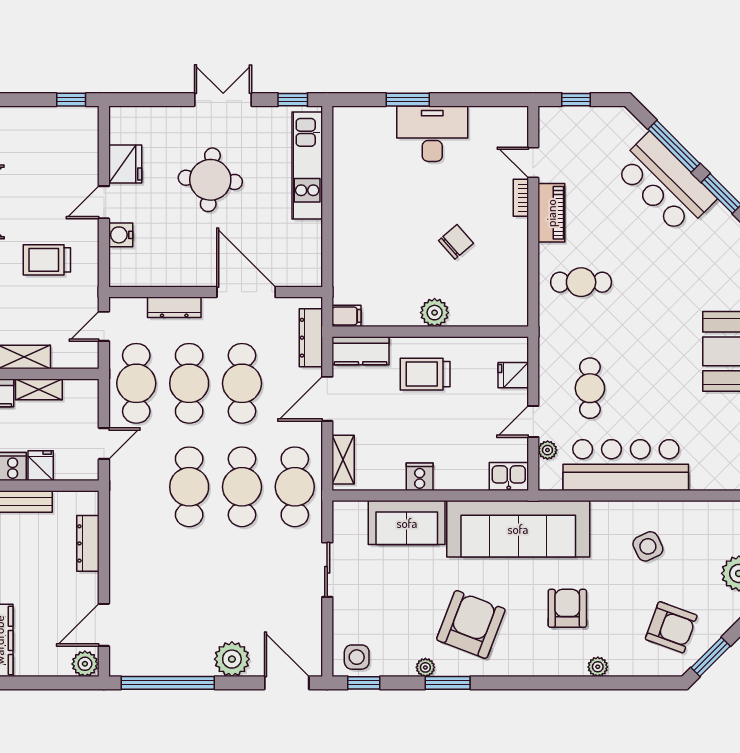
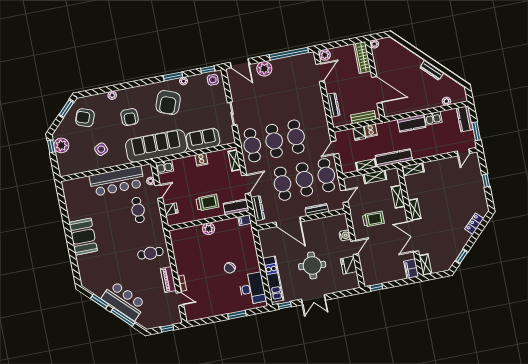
desk: (432, 134) -> (252, 288), moved, turned -90
chair: (456, 242) -> (230, 268), moved

